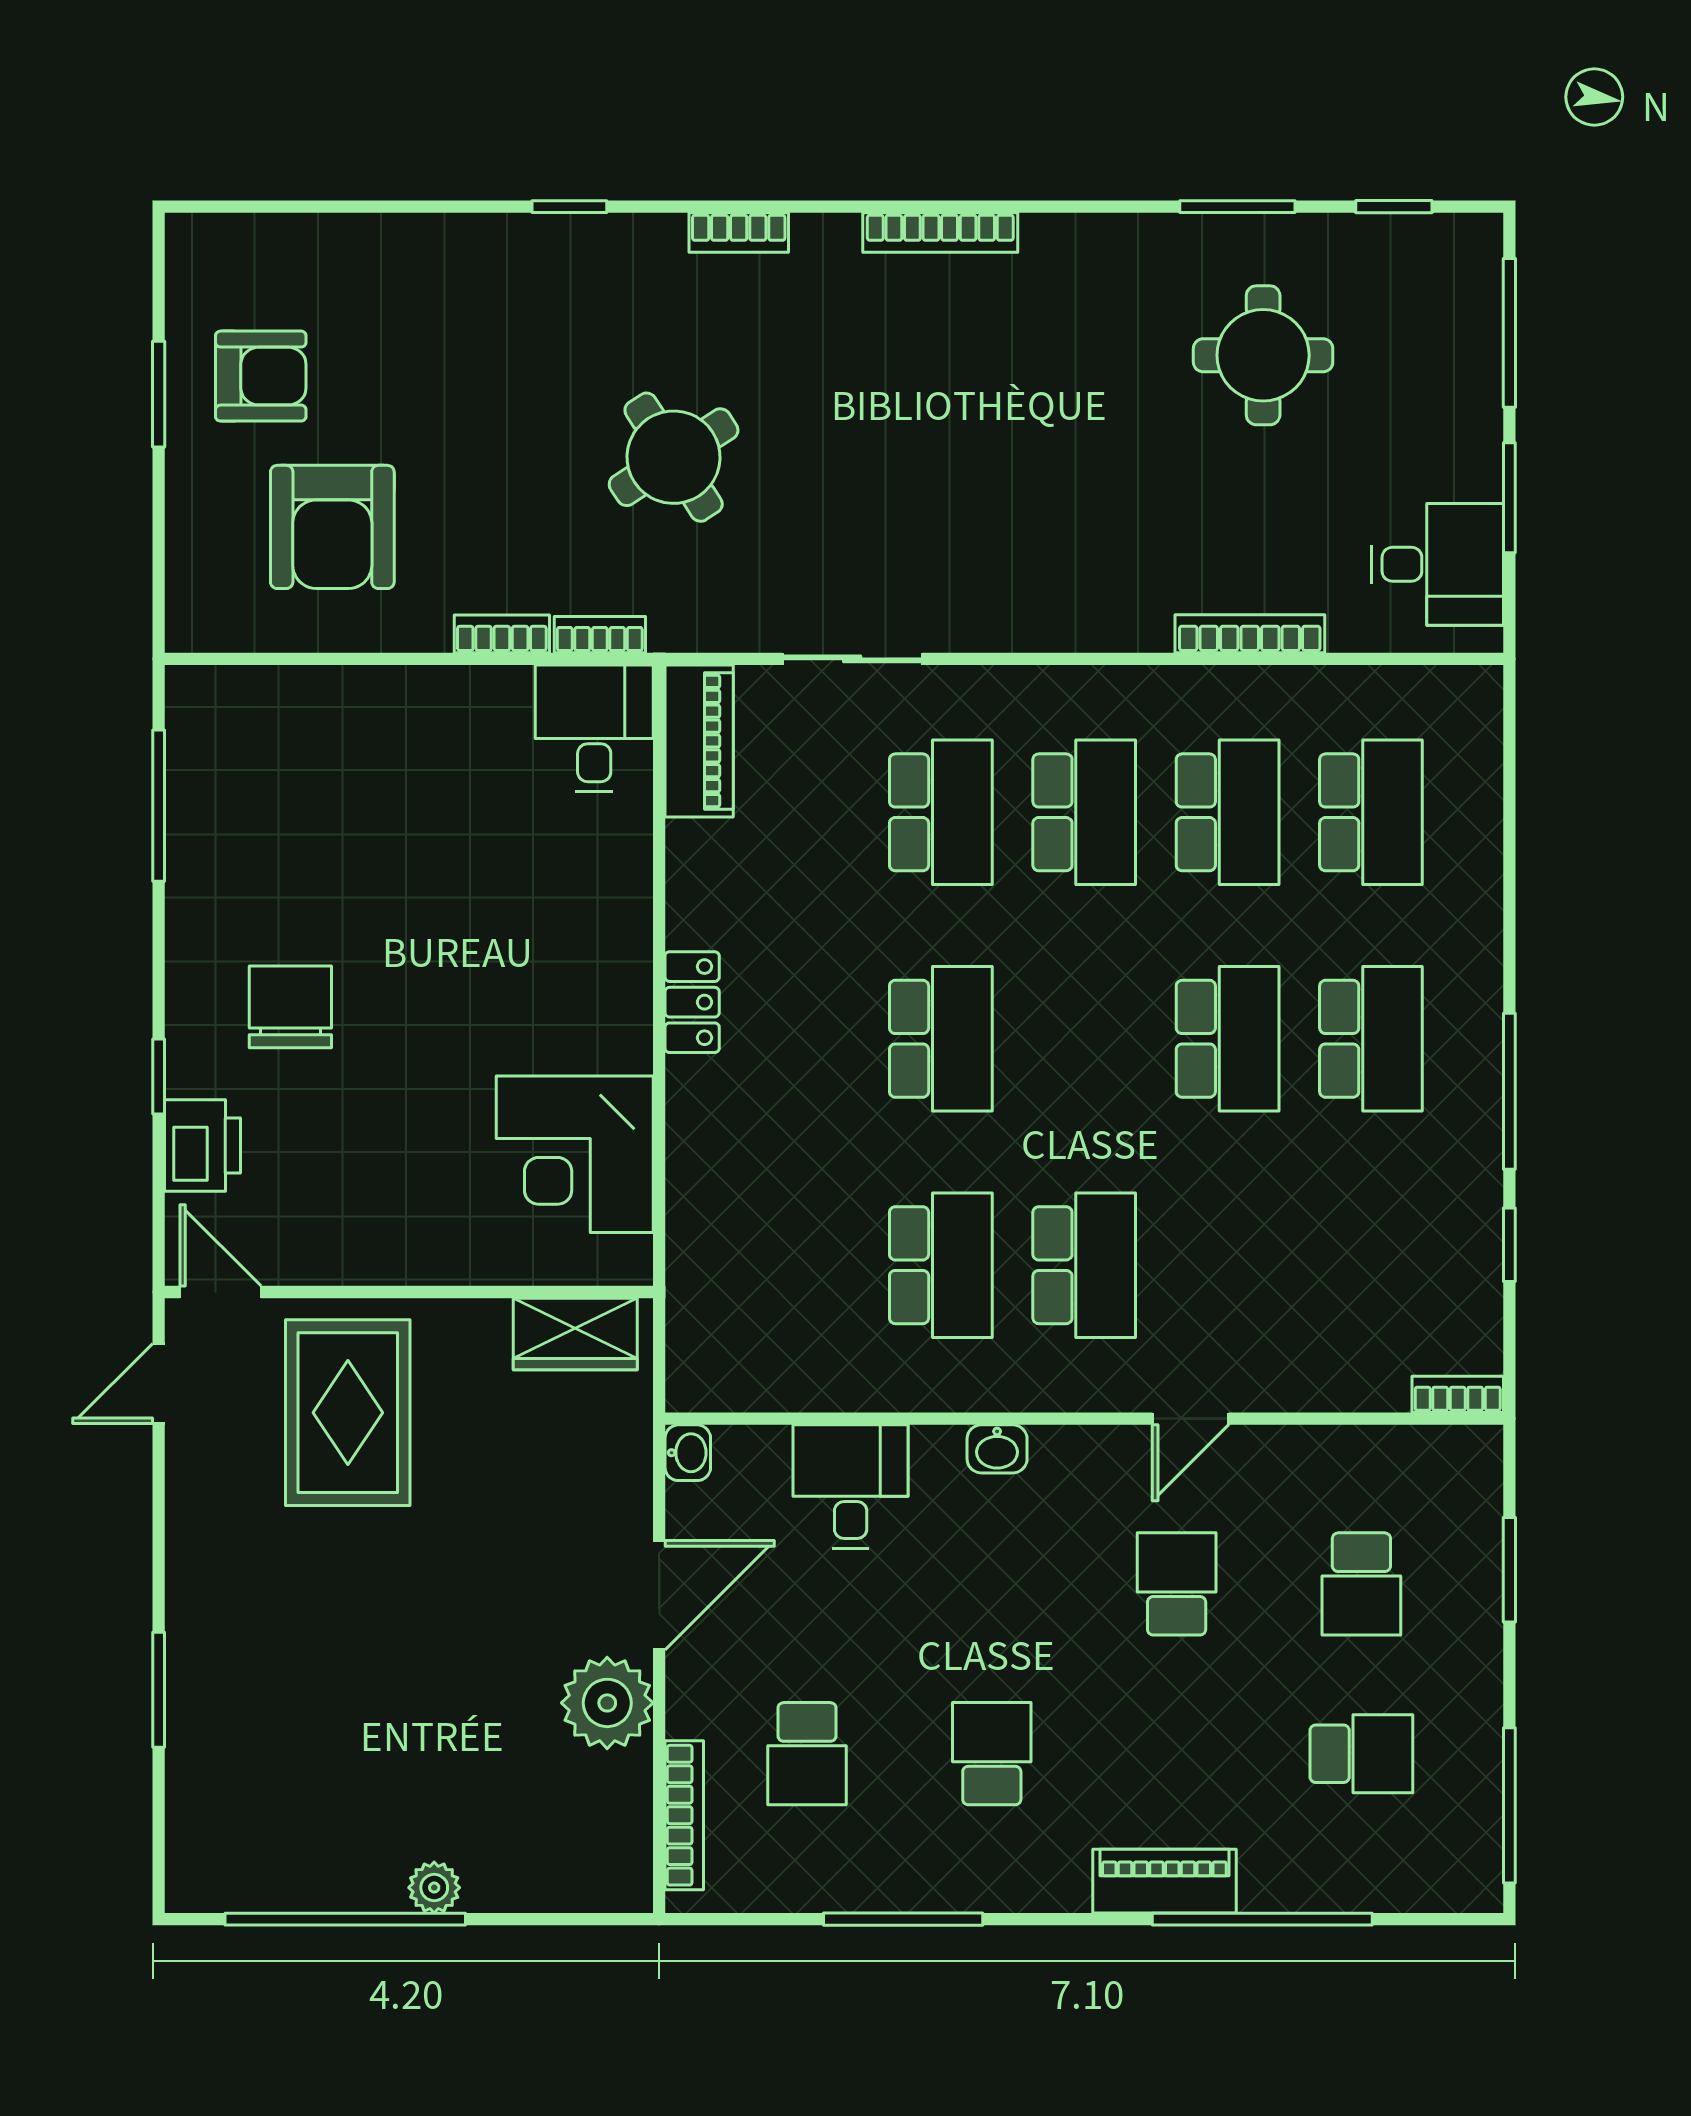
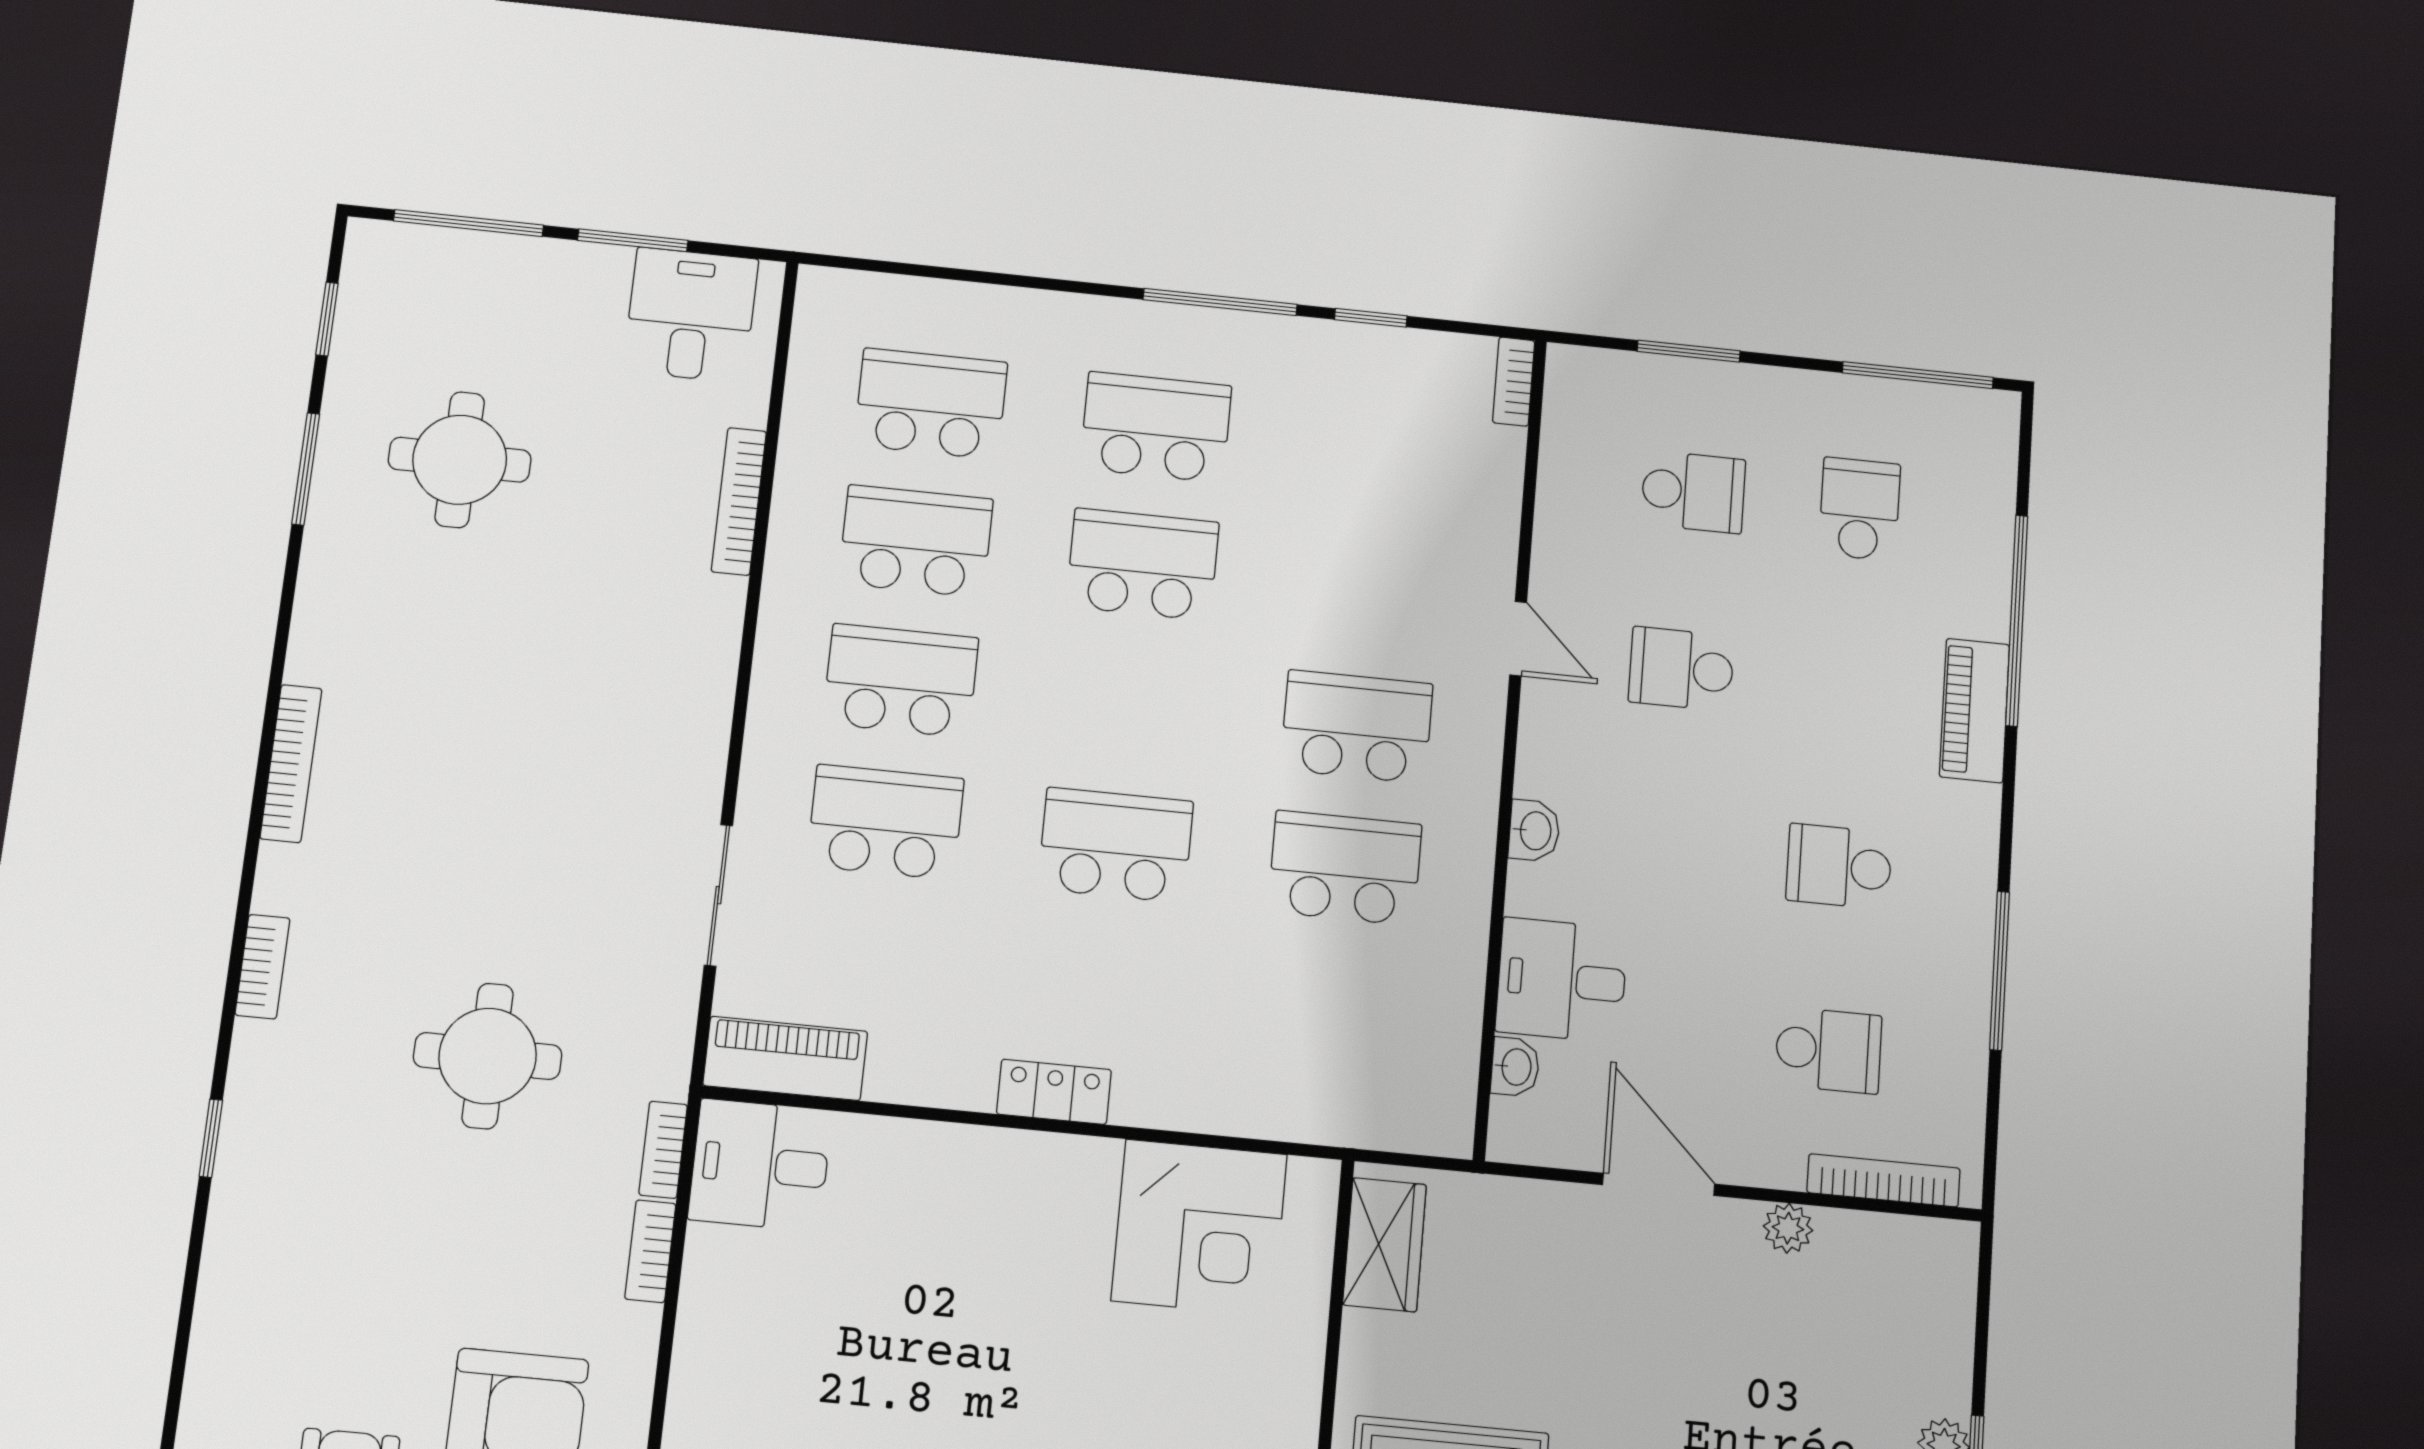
round table: (674, 457) -> (488, 1056), turned 33
washbasin: (688, 1453) -> (1515, 1067), moved, turned 90
plant: (607, 1703) -> (1788, 1228), width x0.53, depth x0.53

